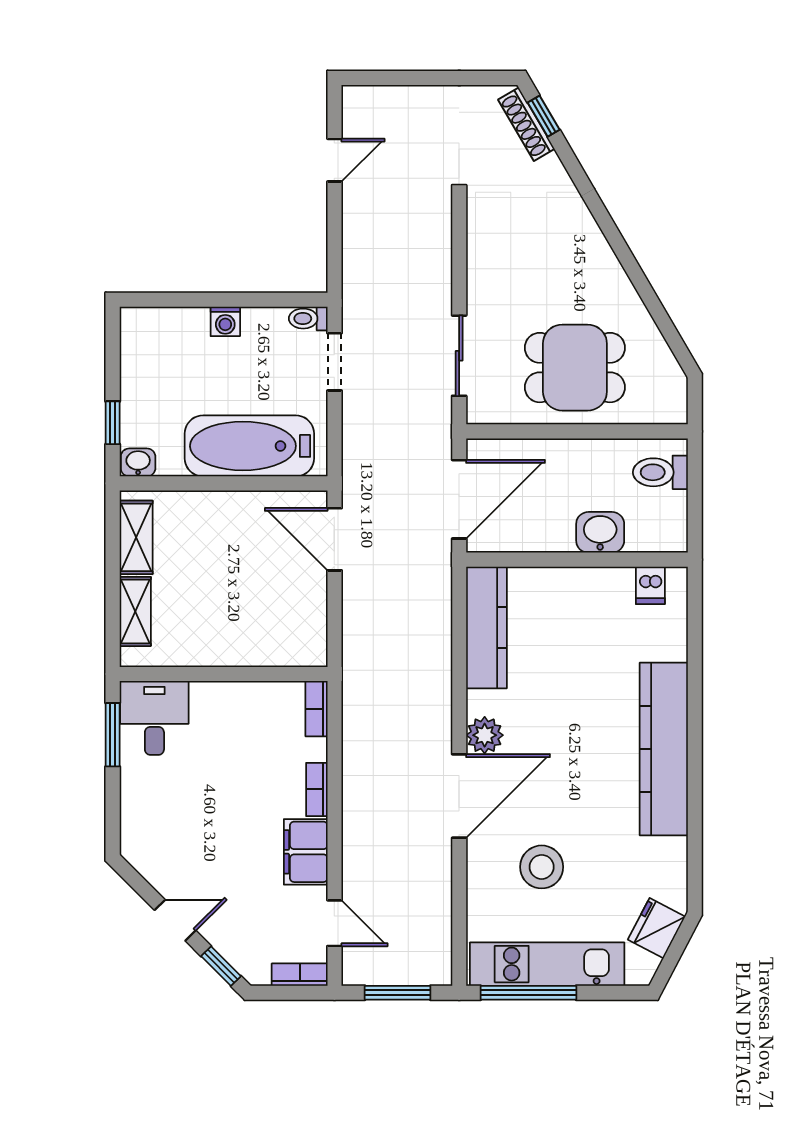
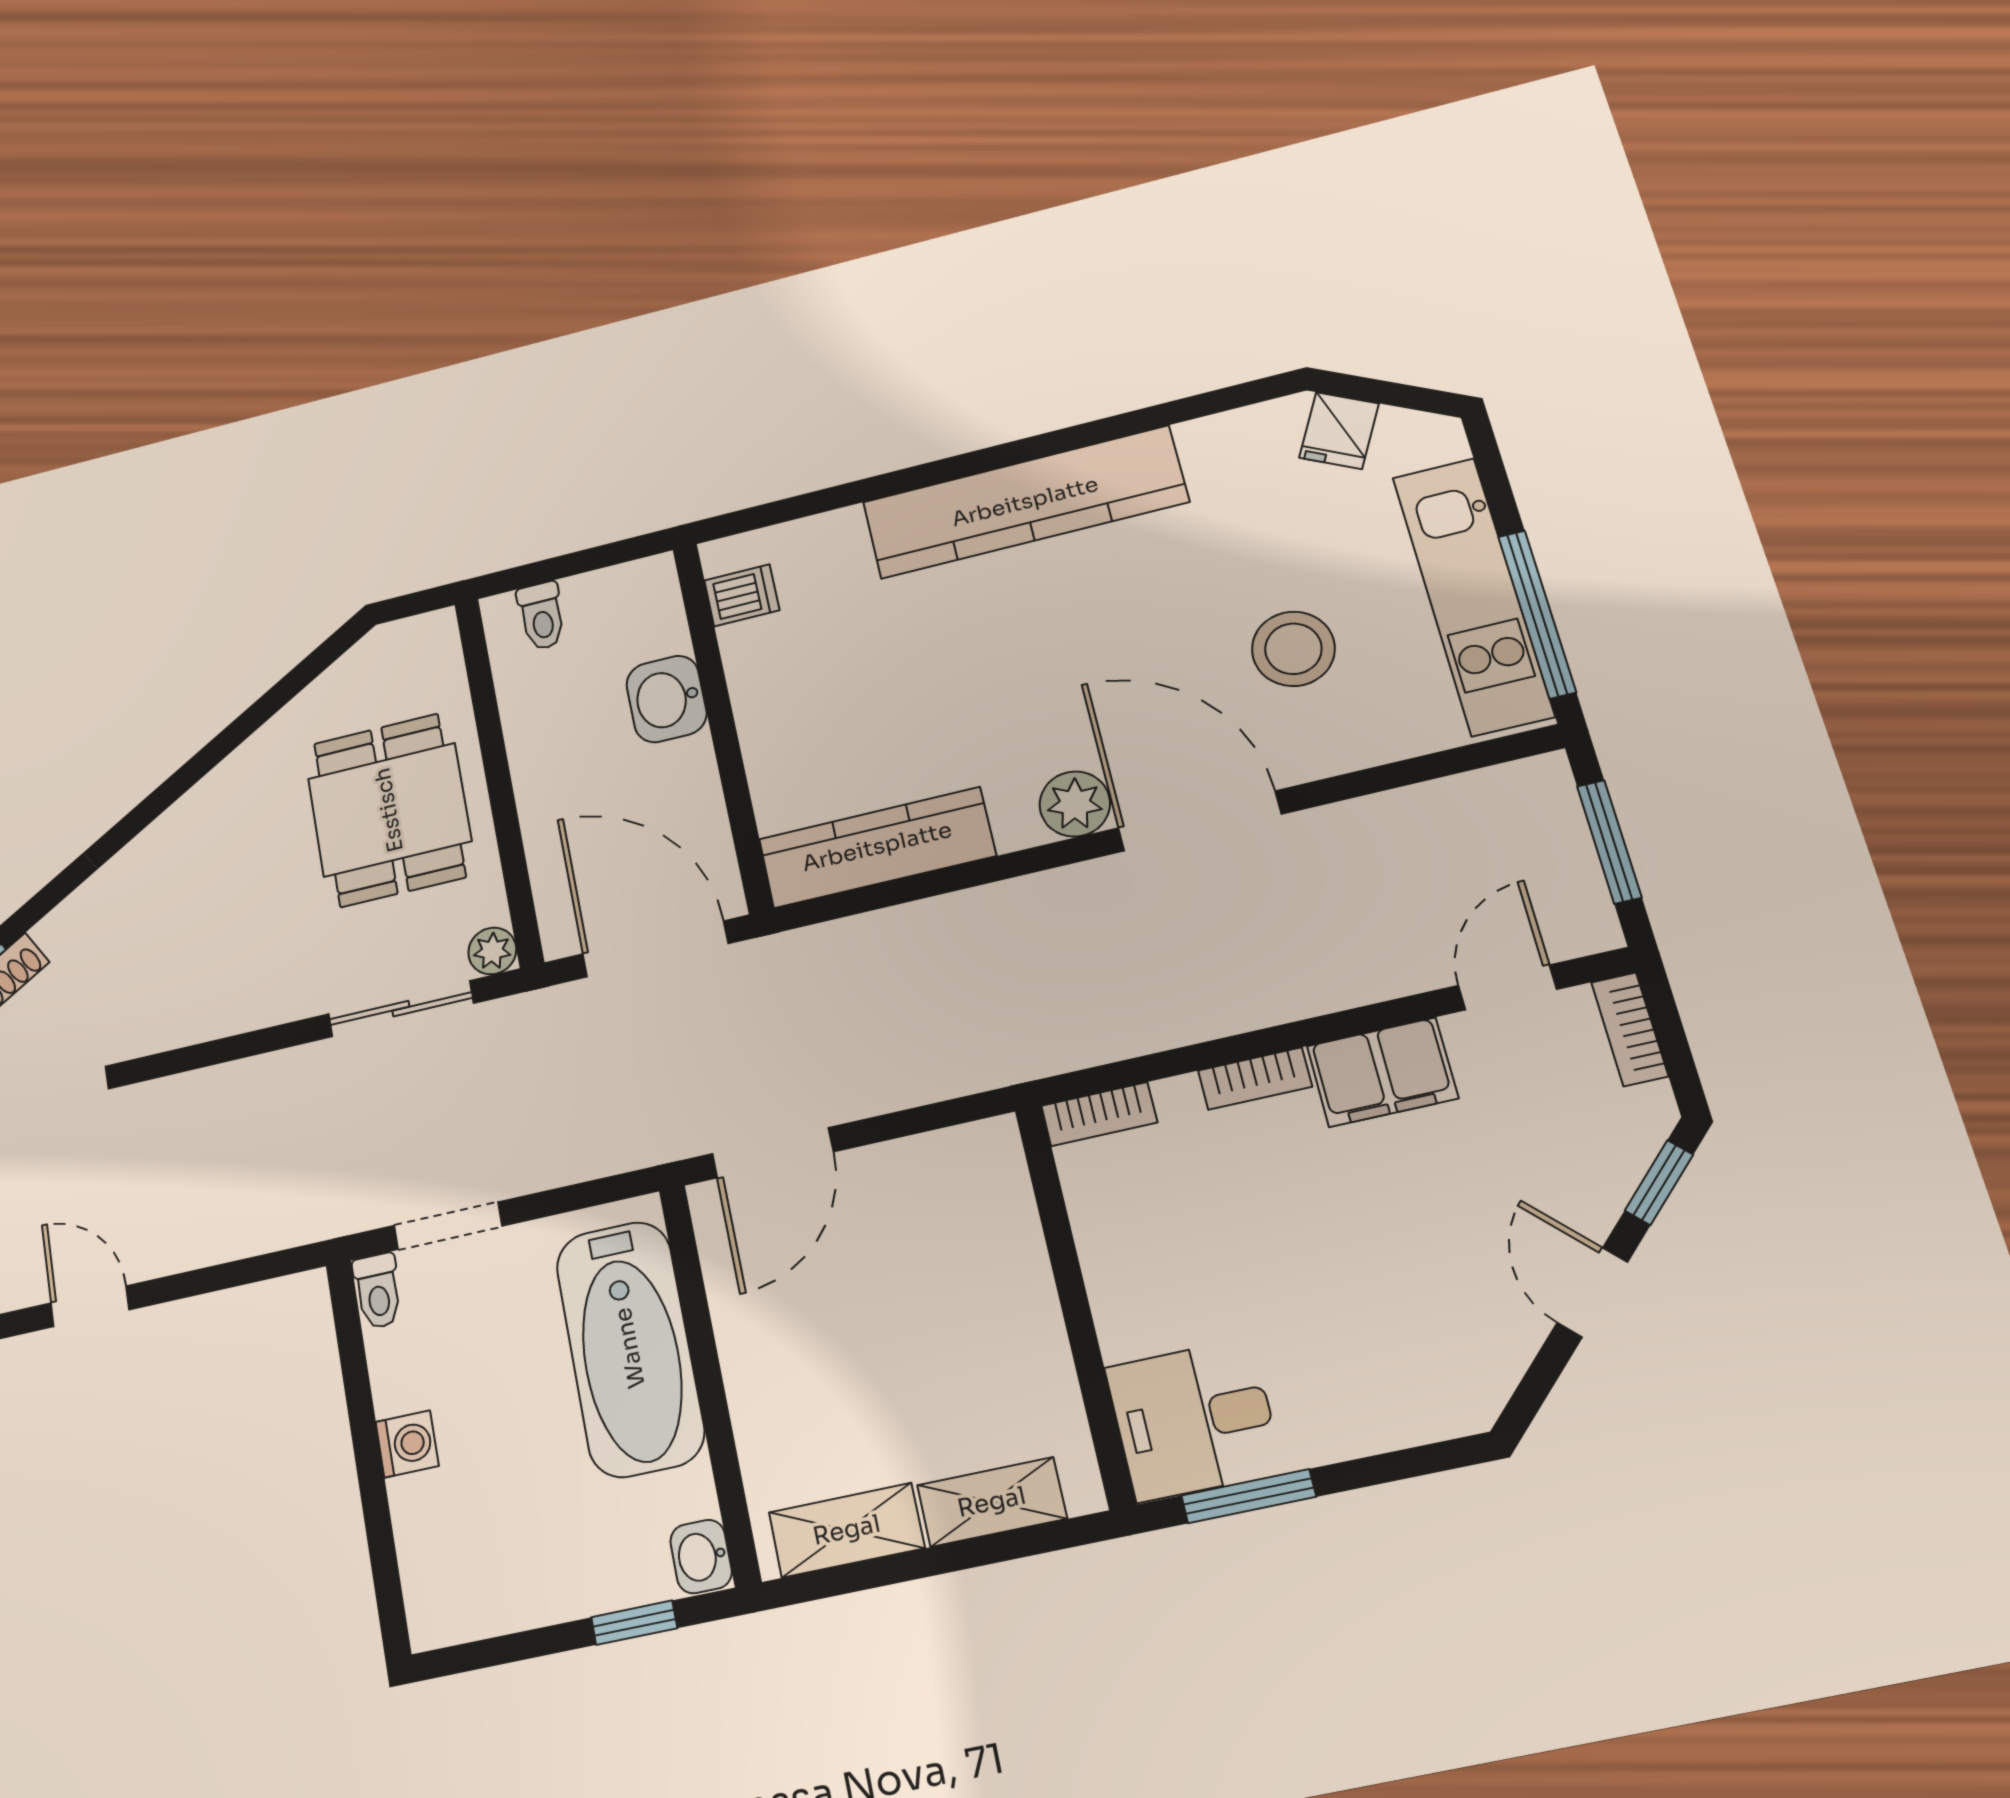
plant: (479, 411) -> (492, 951), added
toilet: (660, 472) -> (542, 616), width x0.73, depth x0.72
fridge: (657, 928) -> (1339, 431), width x0.72

